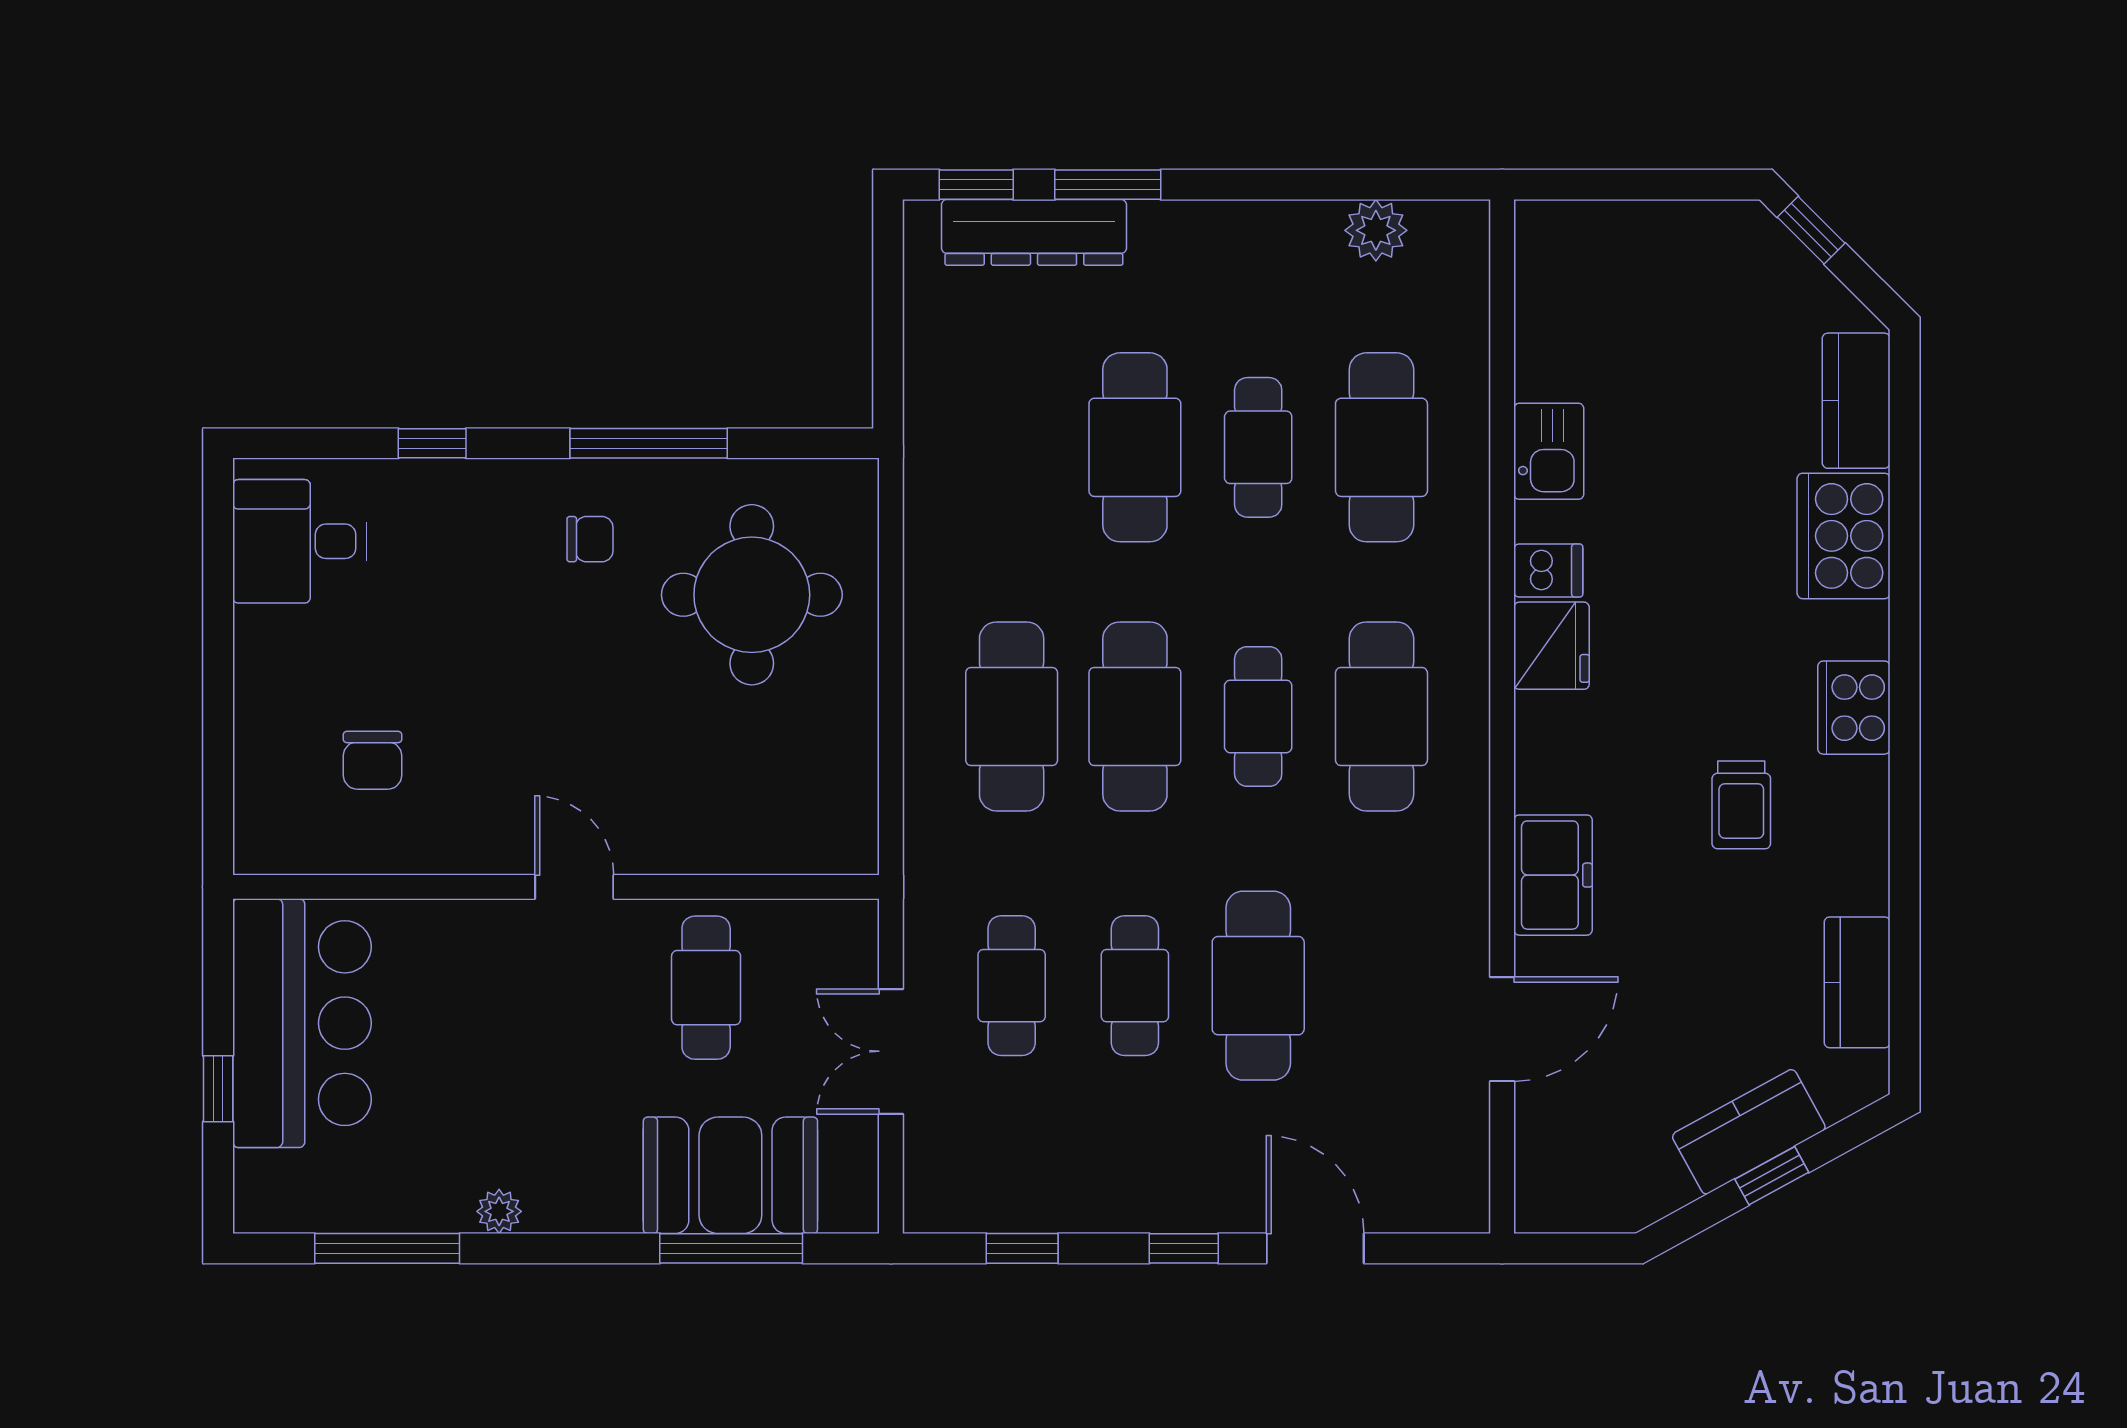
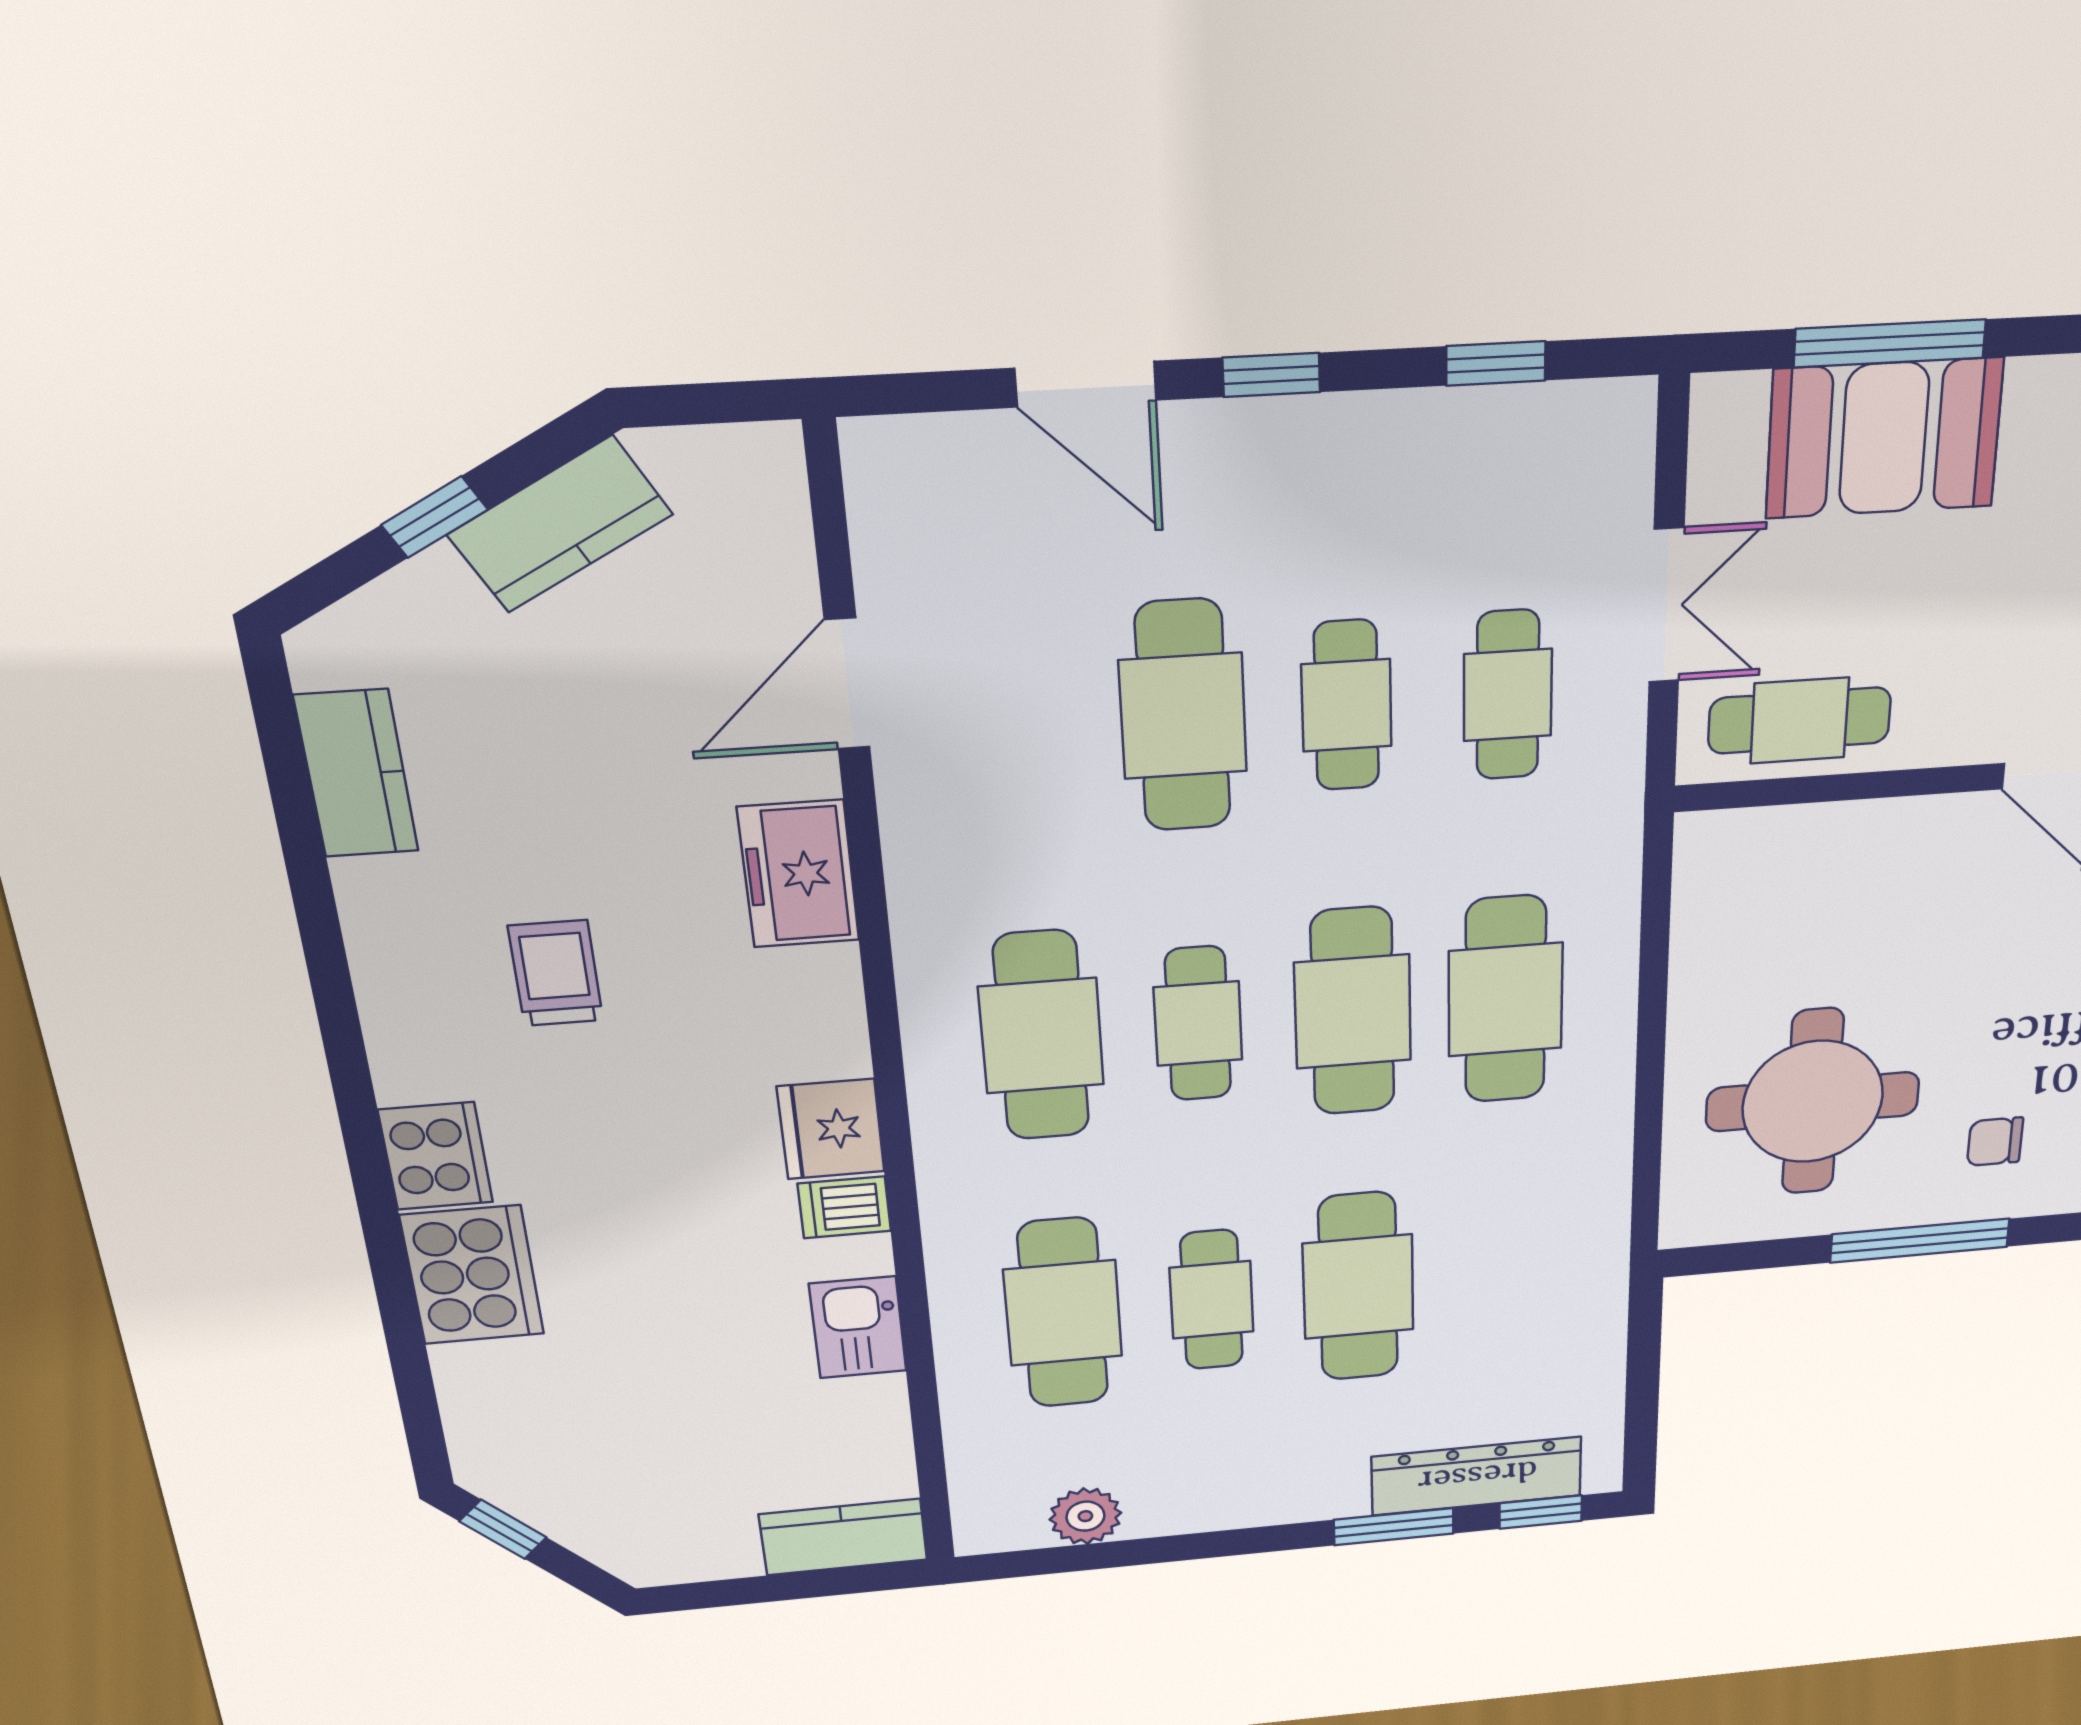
window: (1811, 230) -> (503, 1529), moved
kitchen counter: (1856, 401) -> (843, 1537), moved, turned -90
cooker: (1854, 708) -> (436, 1156), moved
cafe table: (706, 988) -> (1800, 721), moved, turned 90
kitchen counter: (1749, 1132) -> (560, 524), moved

